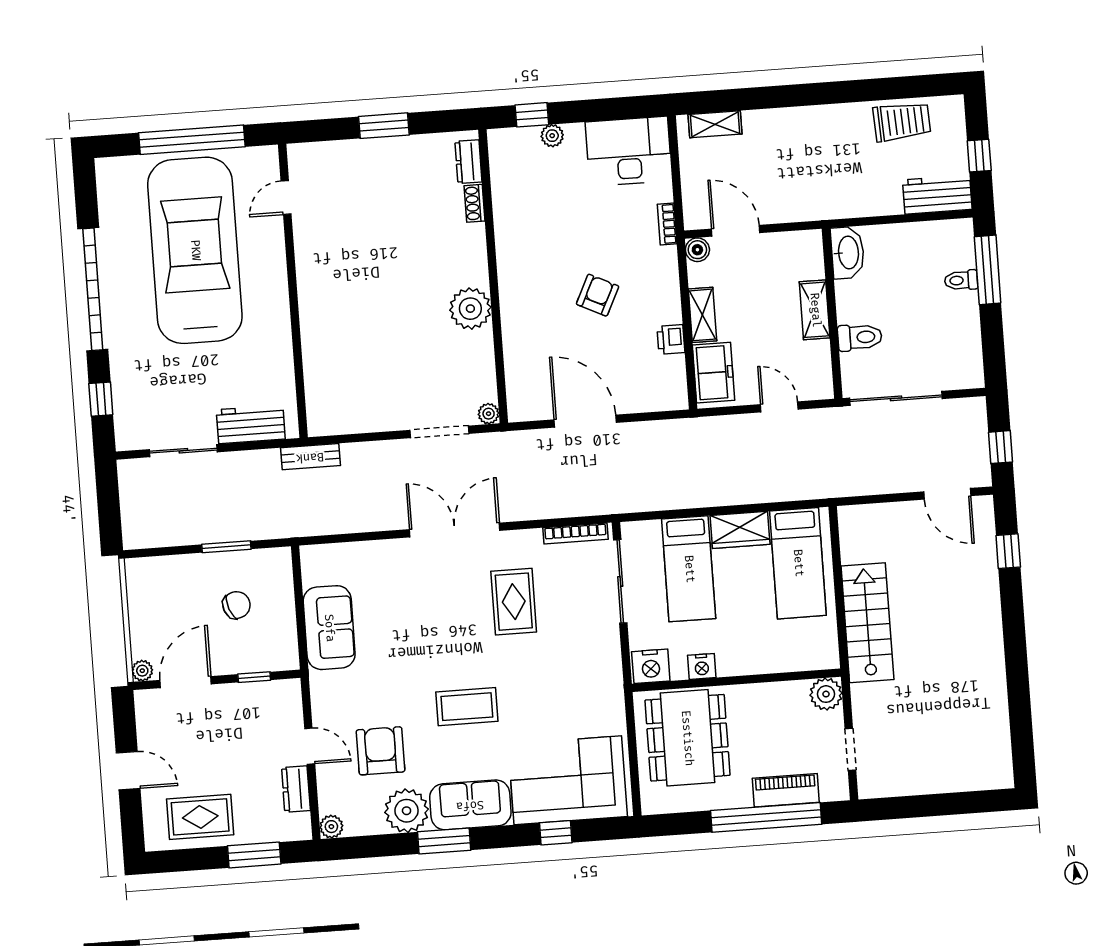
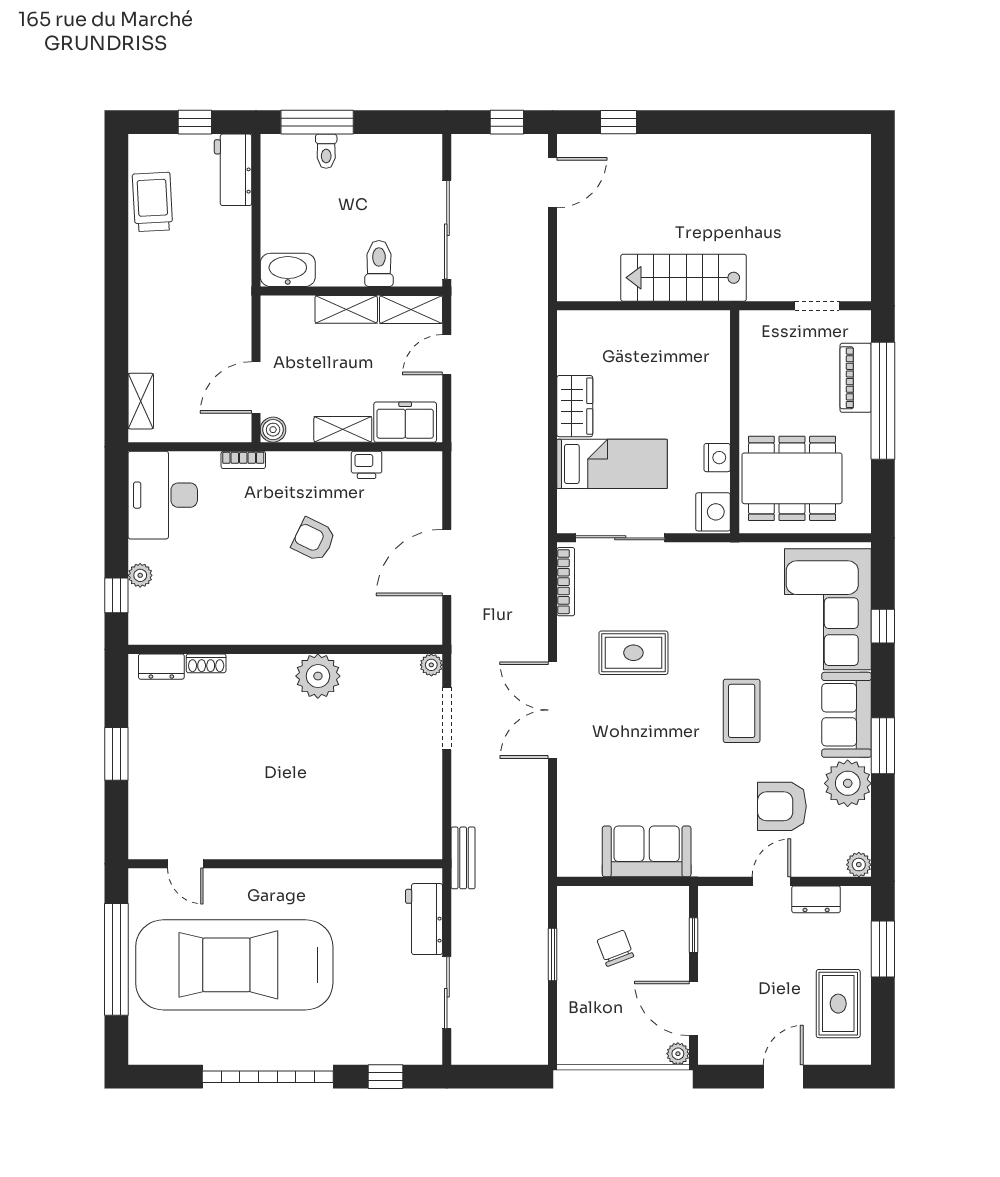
shelving: (819, 370) -> (411, 310), added
bed: (798, 563) -> (615, 347), removed
plant: (826, 694) -> (756, 327), removed

